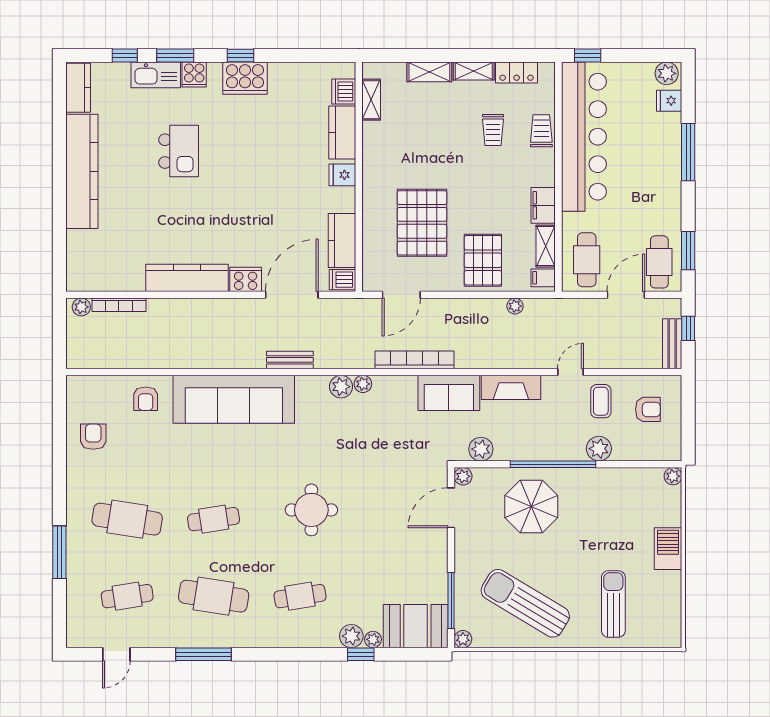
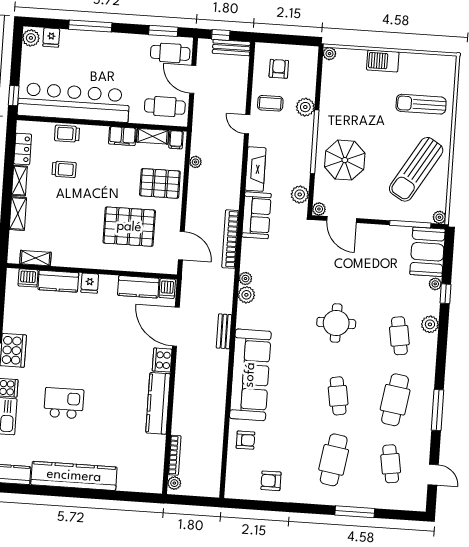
plant: (351, 636) -> (430, 324), moved

